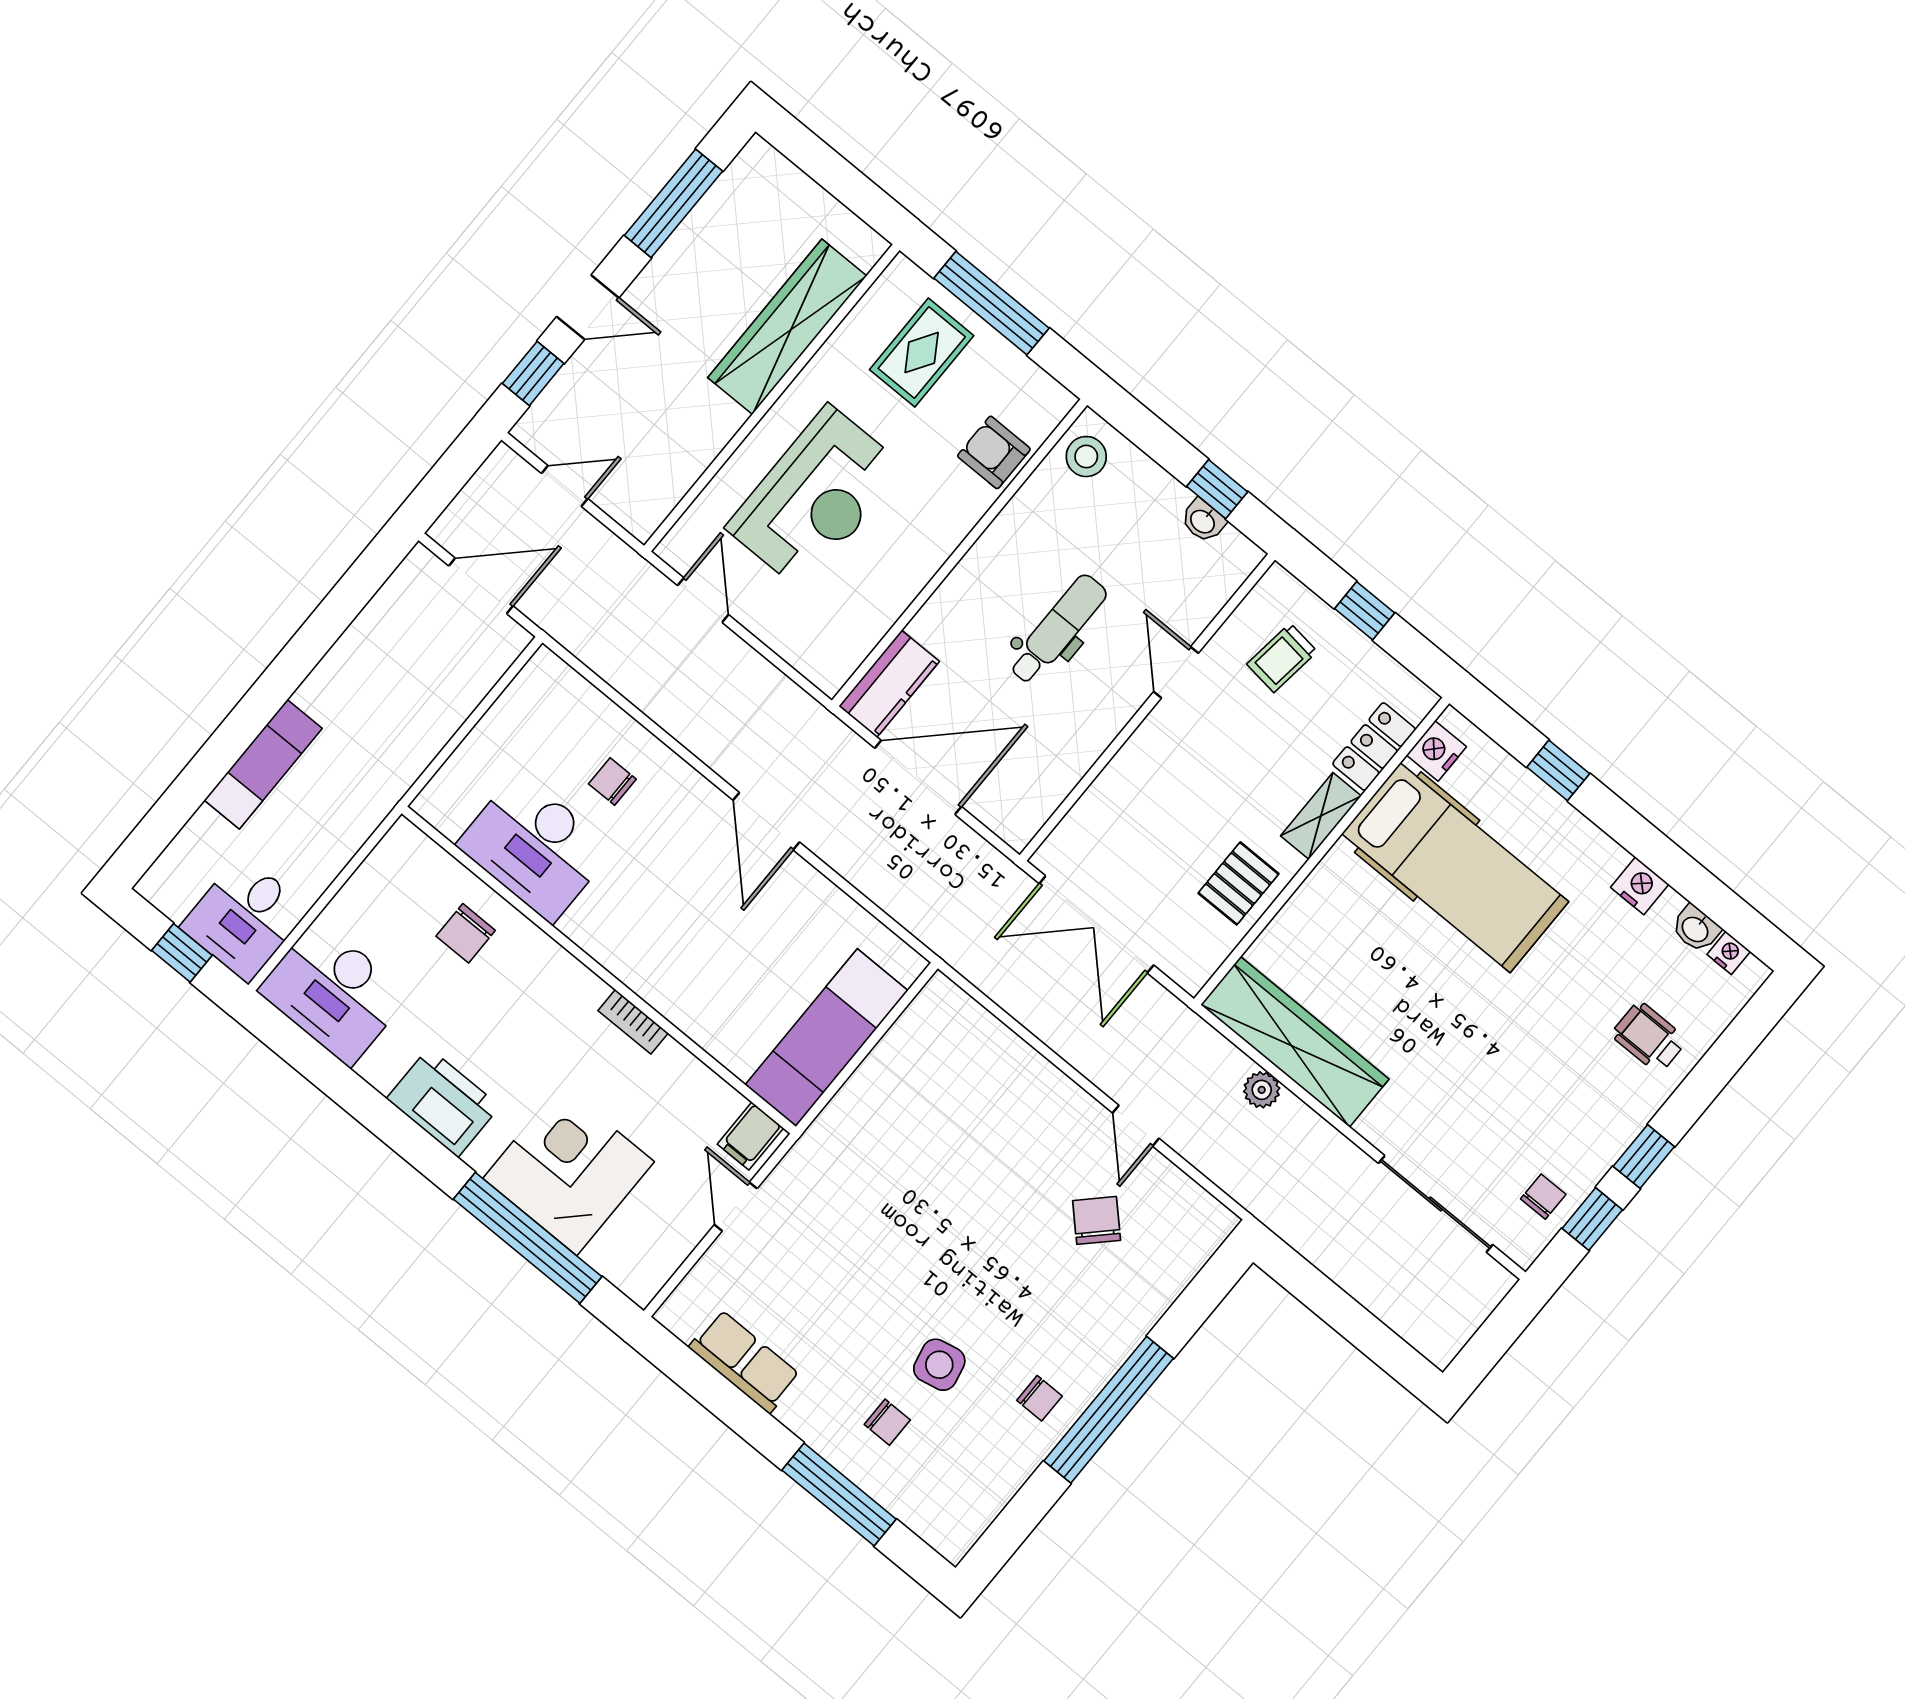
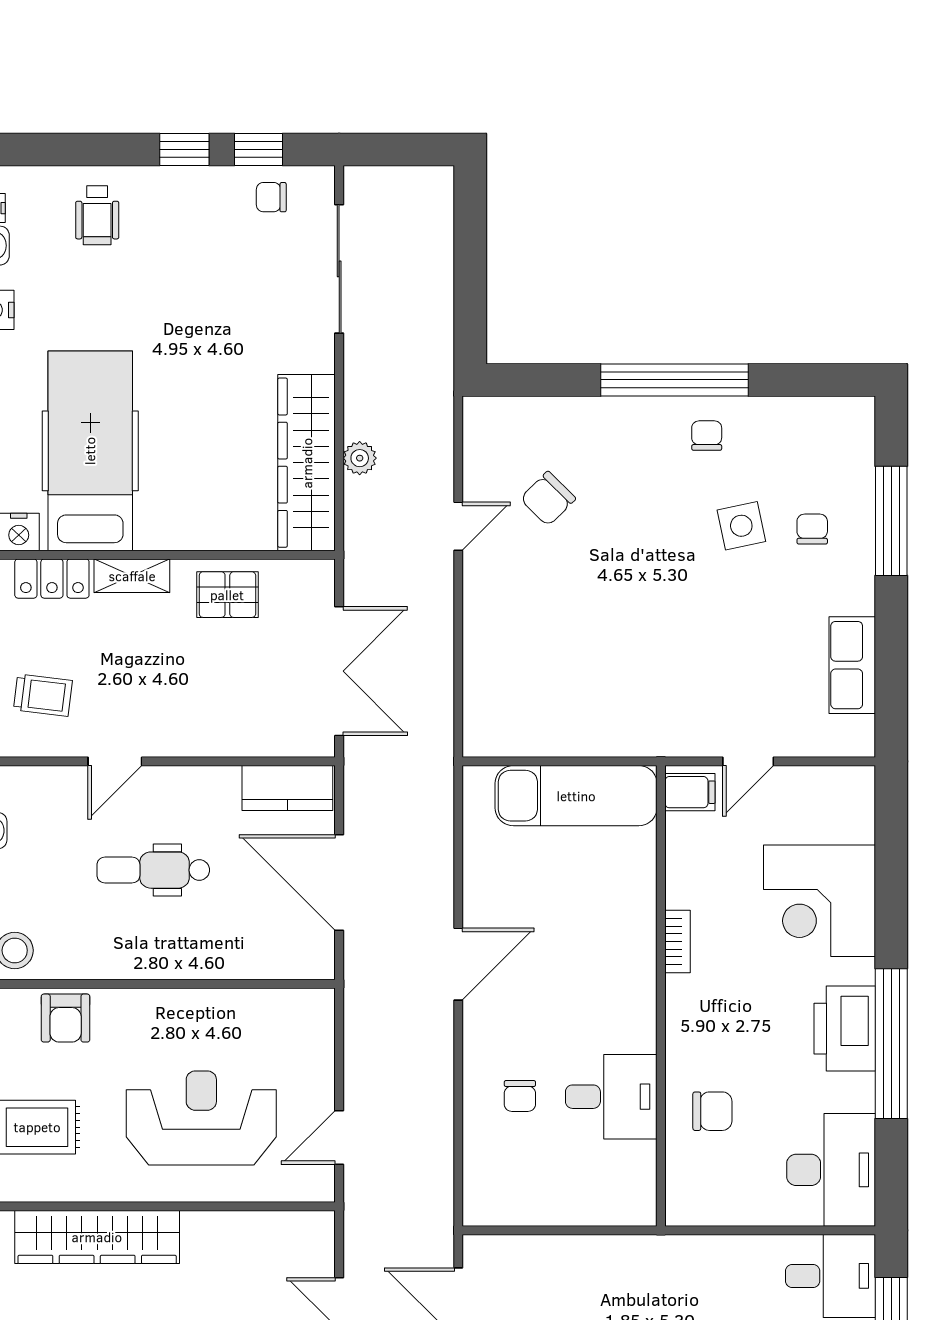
kitchen counter: (889, 684) -> (287, 788), moved, turned 180
desk: (535, 847) -> (611, 1097), width x0.73
window: (528, 1238) -> (891, 1044), moved

